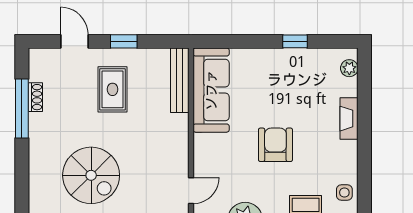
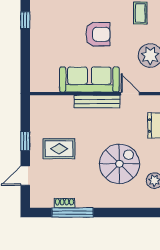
bench: (180, 80) -> (97, 101), moved
sofa: (211, 90) -> (89, 79), moved
armchair: (275, 145) -> (98, 34), turned 180

